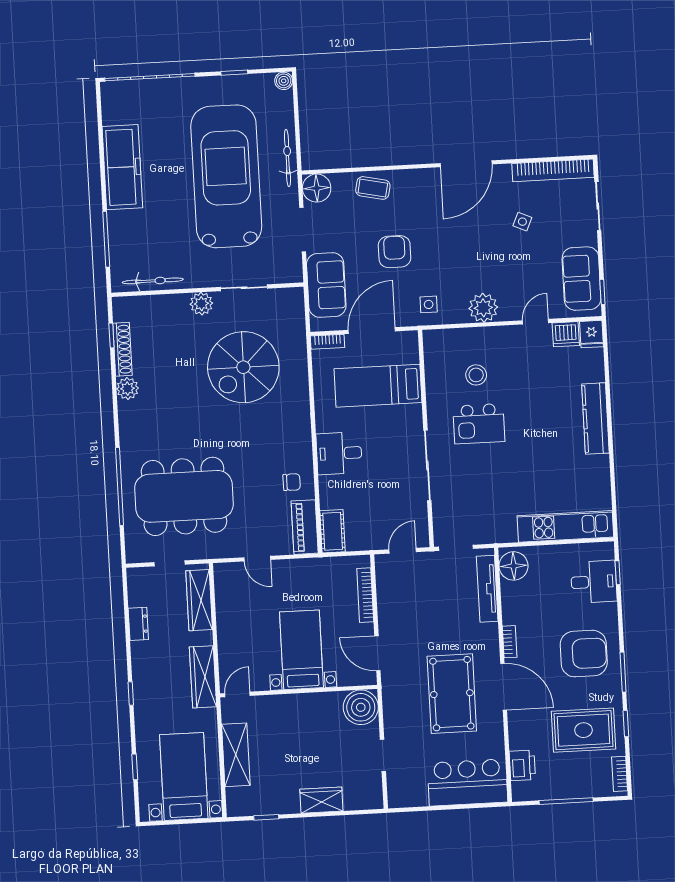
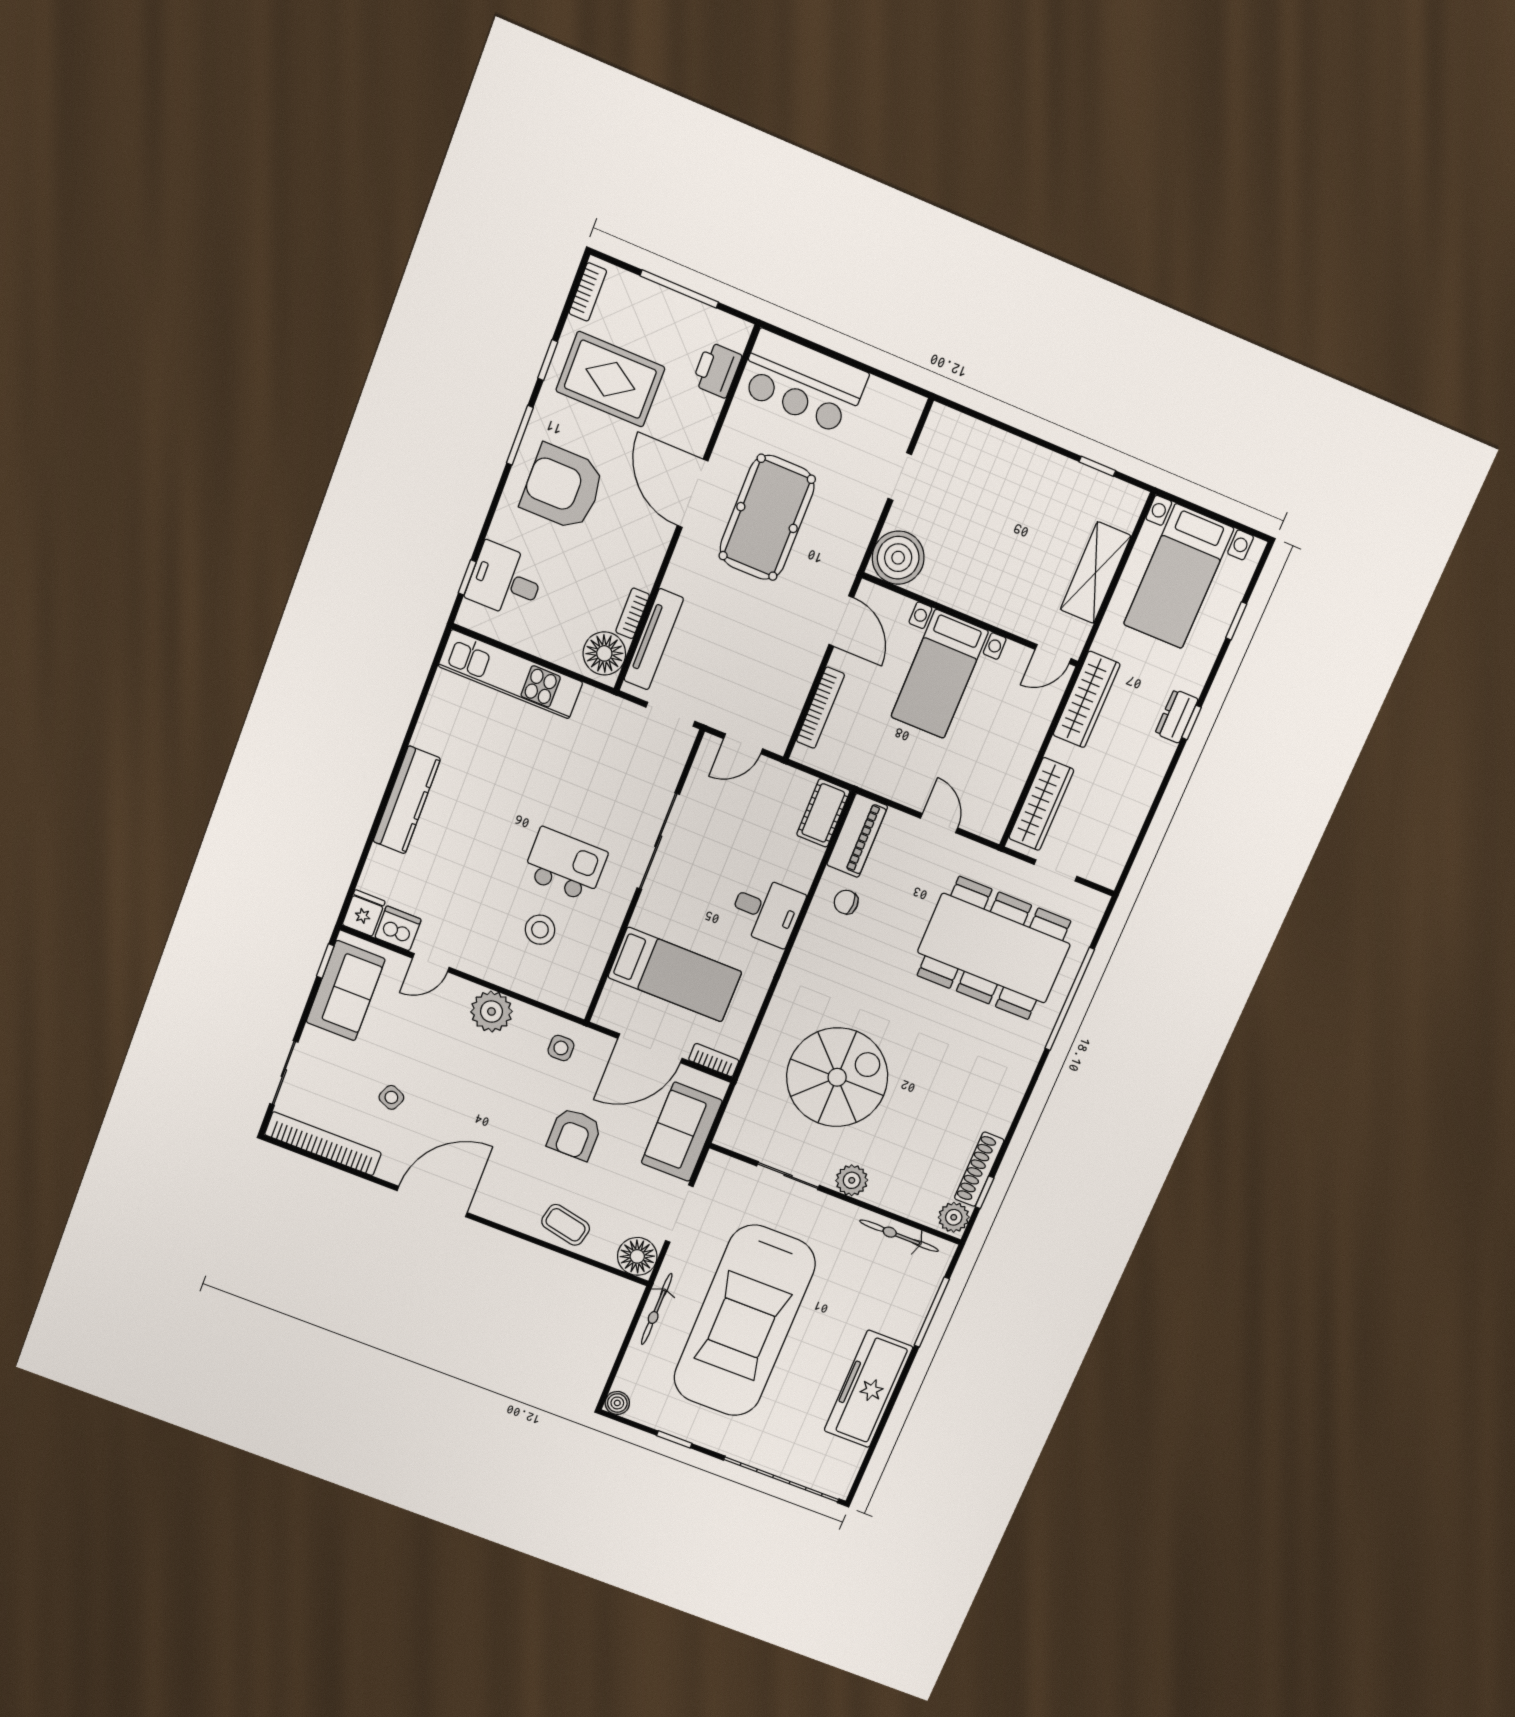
plant: (128, 389) -> (954, 1217), moved
dresser: (138, 624) -> (1177, 716), moved
bookcase: (510, 642) -> (633, 613), moved
wardrobe: (321, 800) -> (1012, 454), removed

